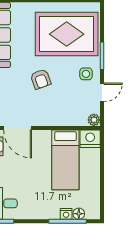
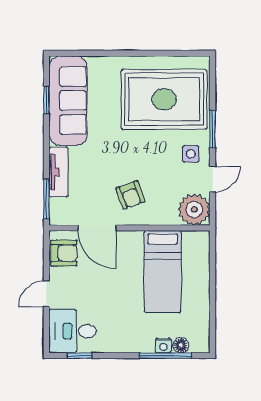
armchair: (41, 79) -> (130, 195), moved
plant: (94, 120) -> (194, 210), width x1.88, depth x1.88
nightstand: (90, 139) -> (196, 243), removed

